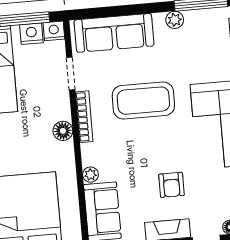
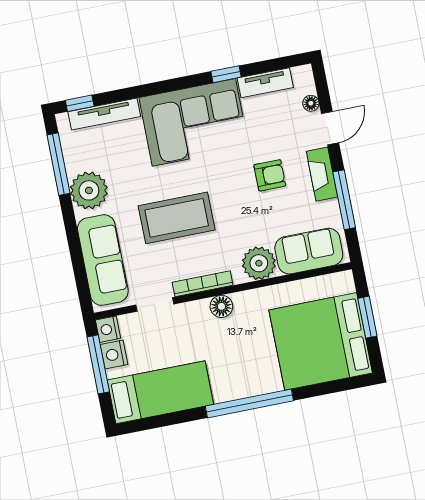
plant: (175, 20) -> (89, 190), width x1.88, depth x1.88
coffee table: (143, 101) -> (177, 218), turned 90
plant: (90, 175) -> (259, 263), width x1.88, depth x1.88

